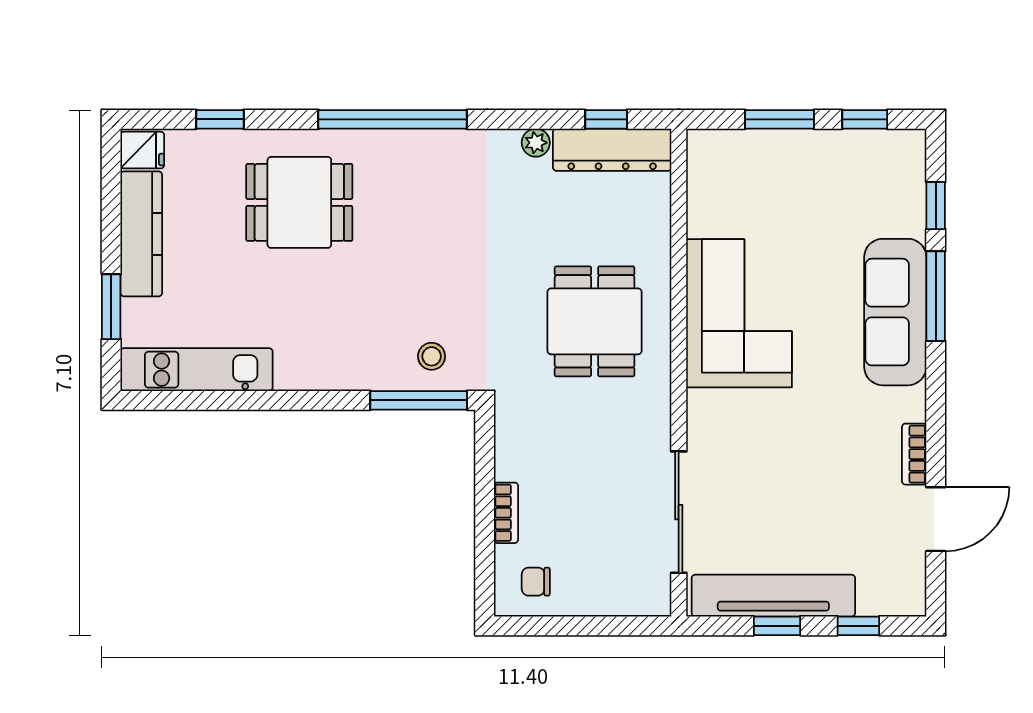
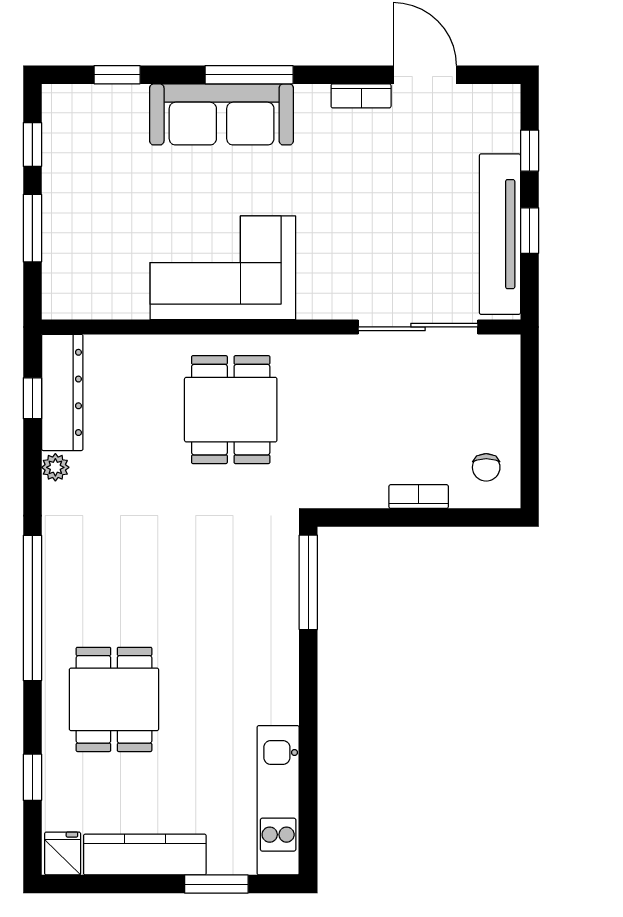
window: (936, 296) -> (249, 75), moved
dining table: (595, 321) -> (231, 410), turned 90
stool: (432, 356) -> (265, 570), removed

